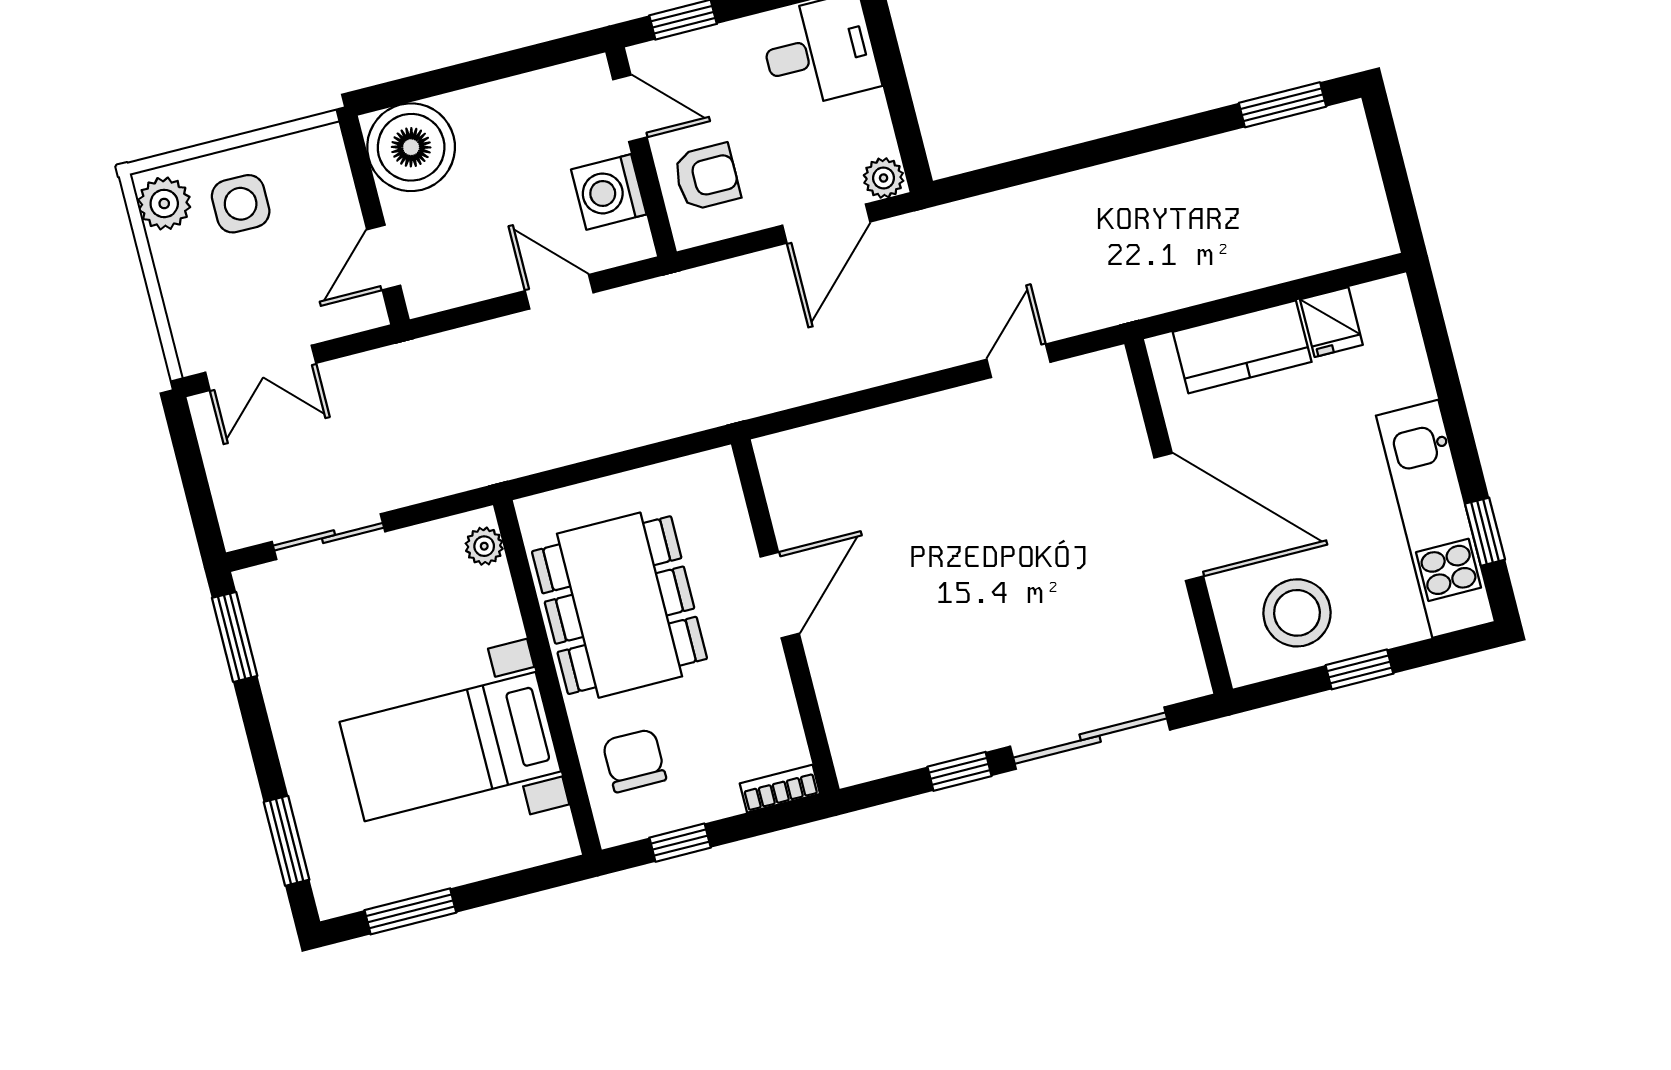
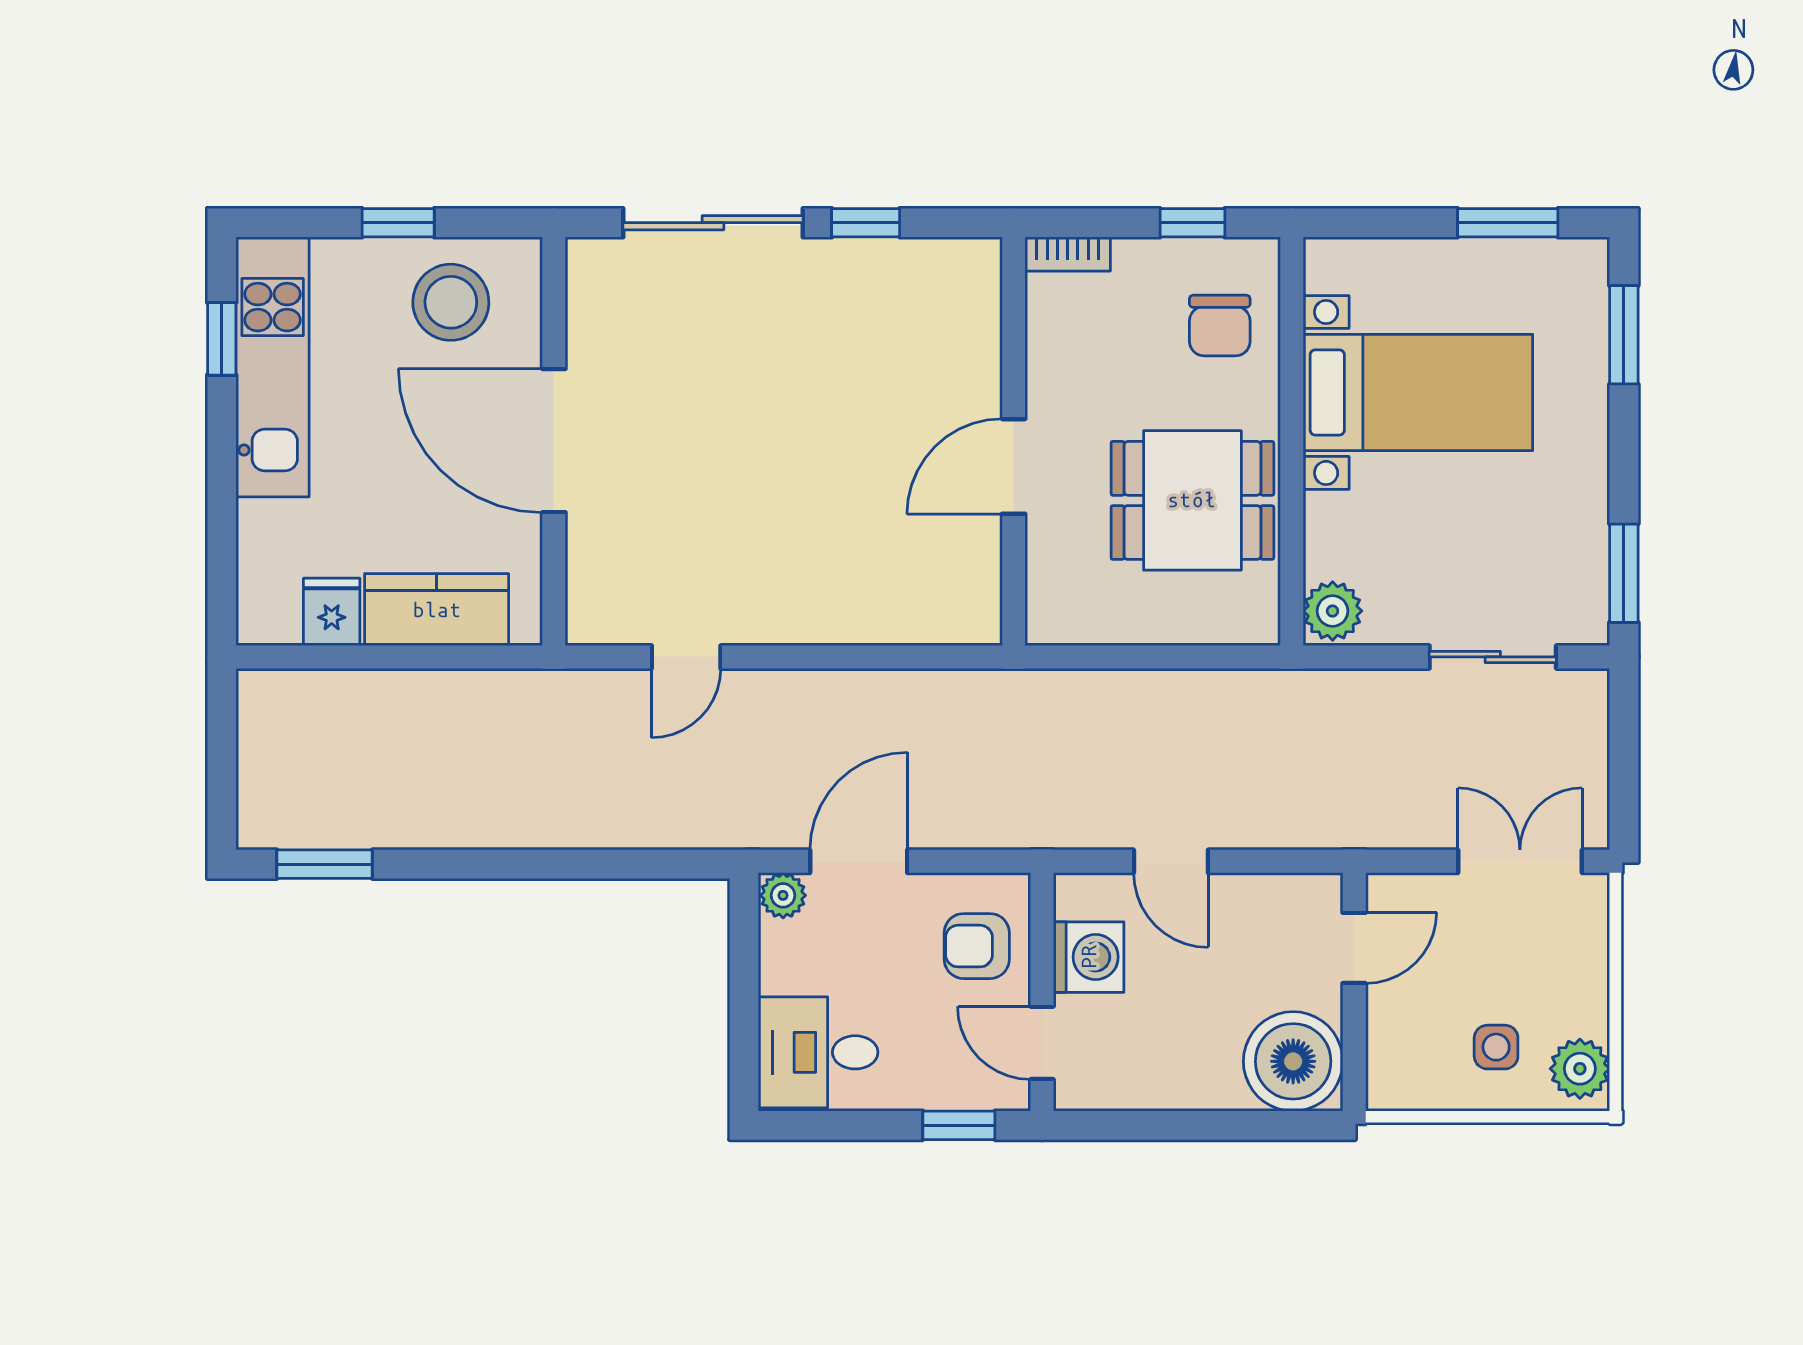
side table: (241, 204) -> (1496, 1047), width x0.73, depth x0.73
plant: (484, 546) -> (1333, 611), width x1.38, depth x1.38
dining table: (619, 605) -> (1192, 500), width x0.73

